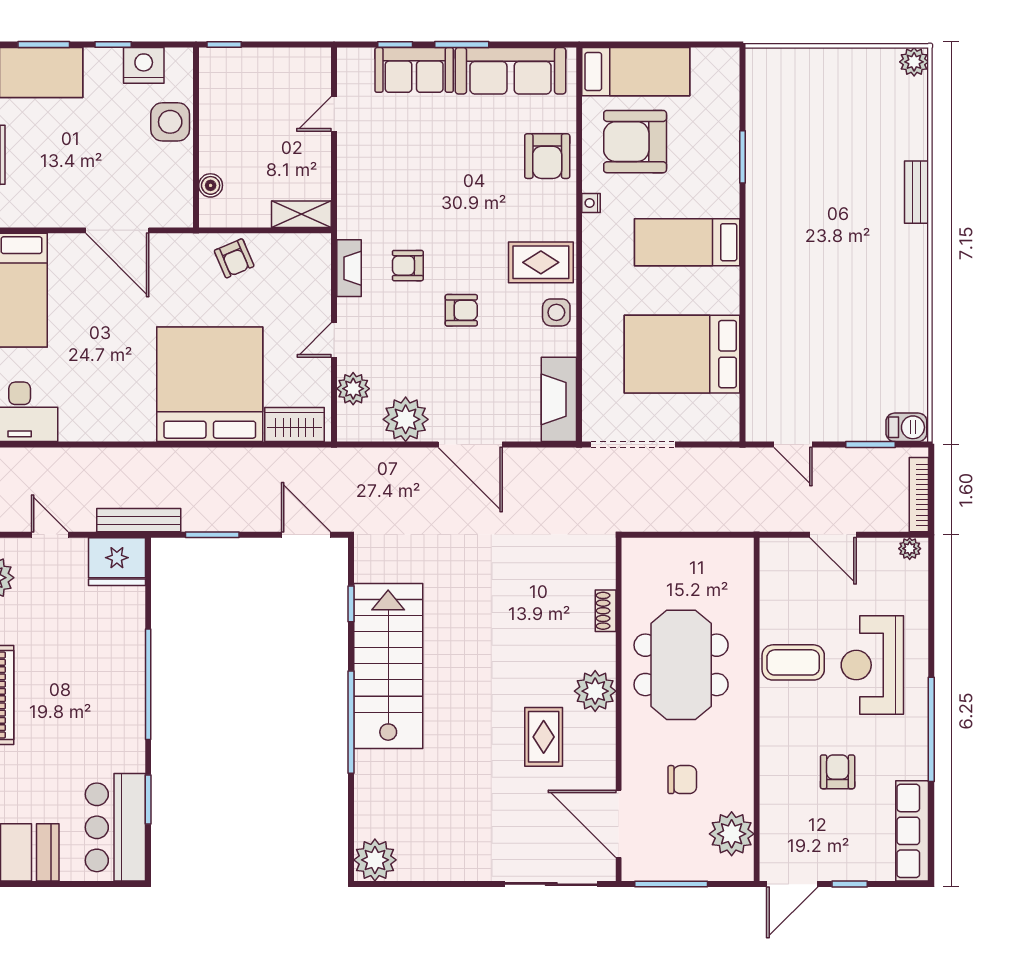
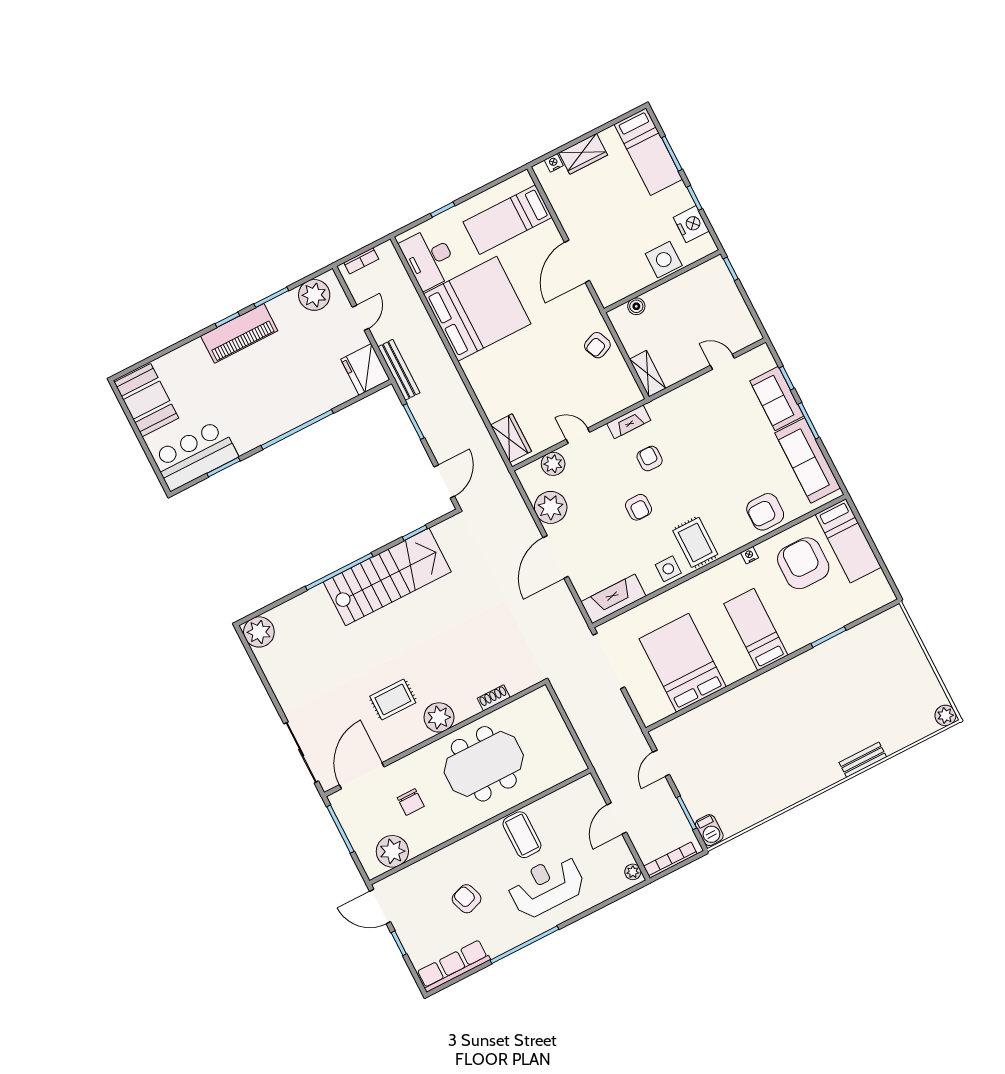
bed: (210, 384) -> (477, 309), moved
armchair: (838, 772) -> (467, 899), turned -109

